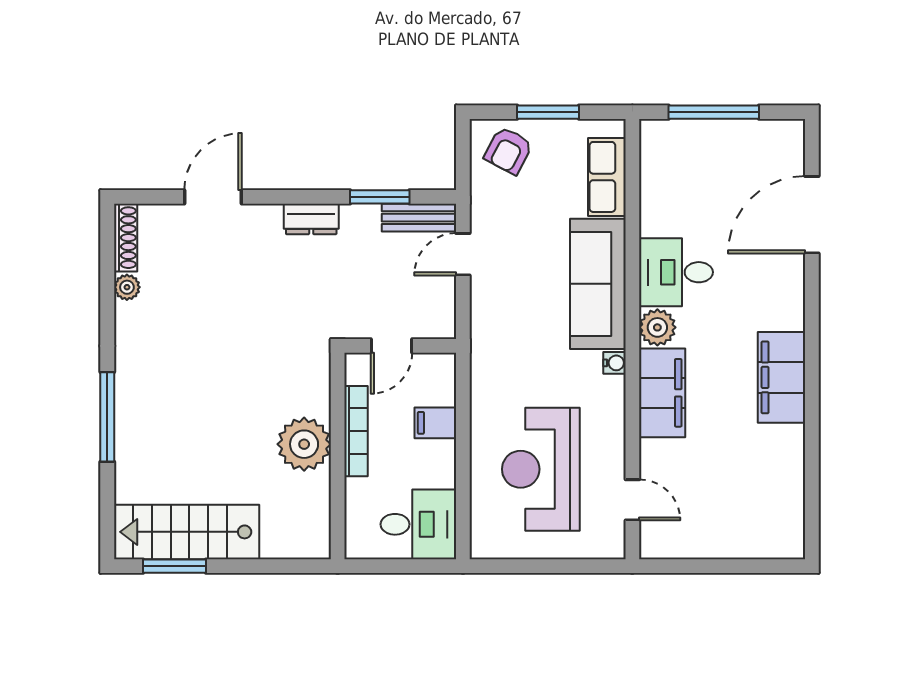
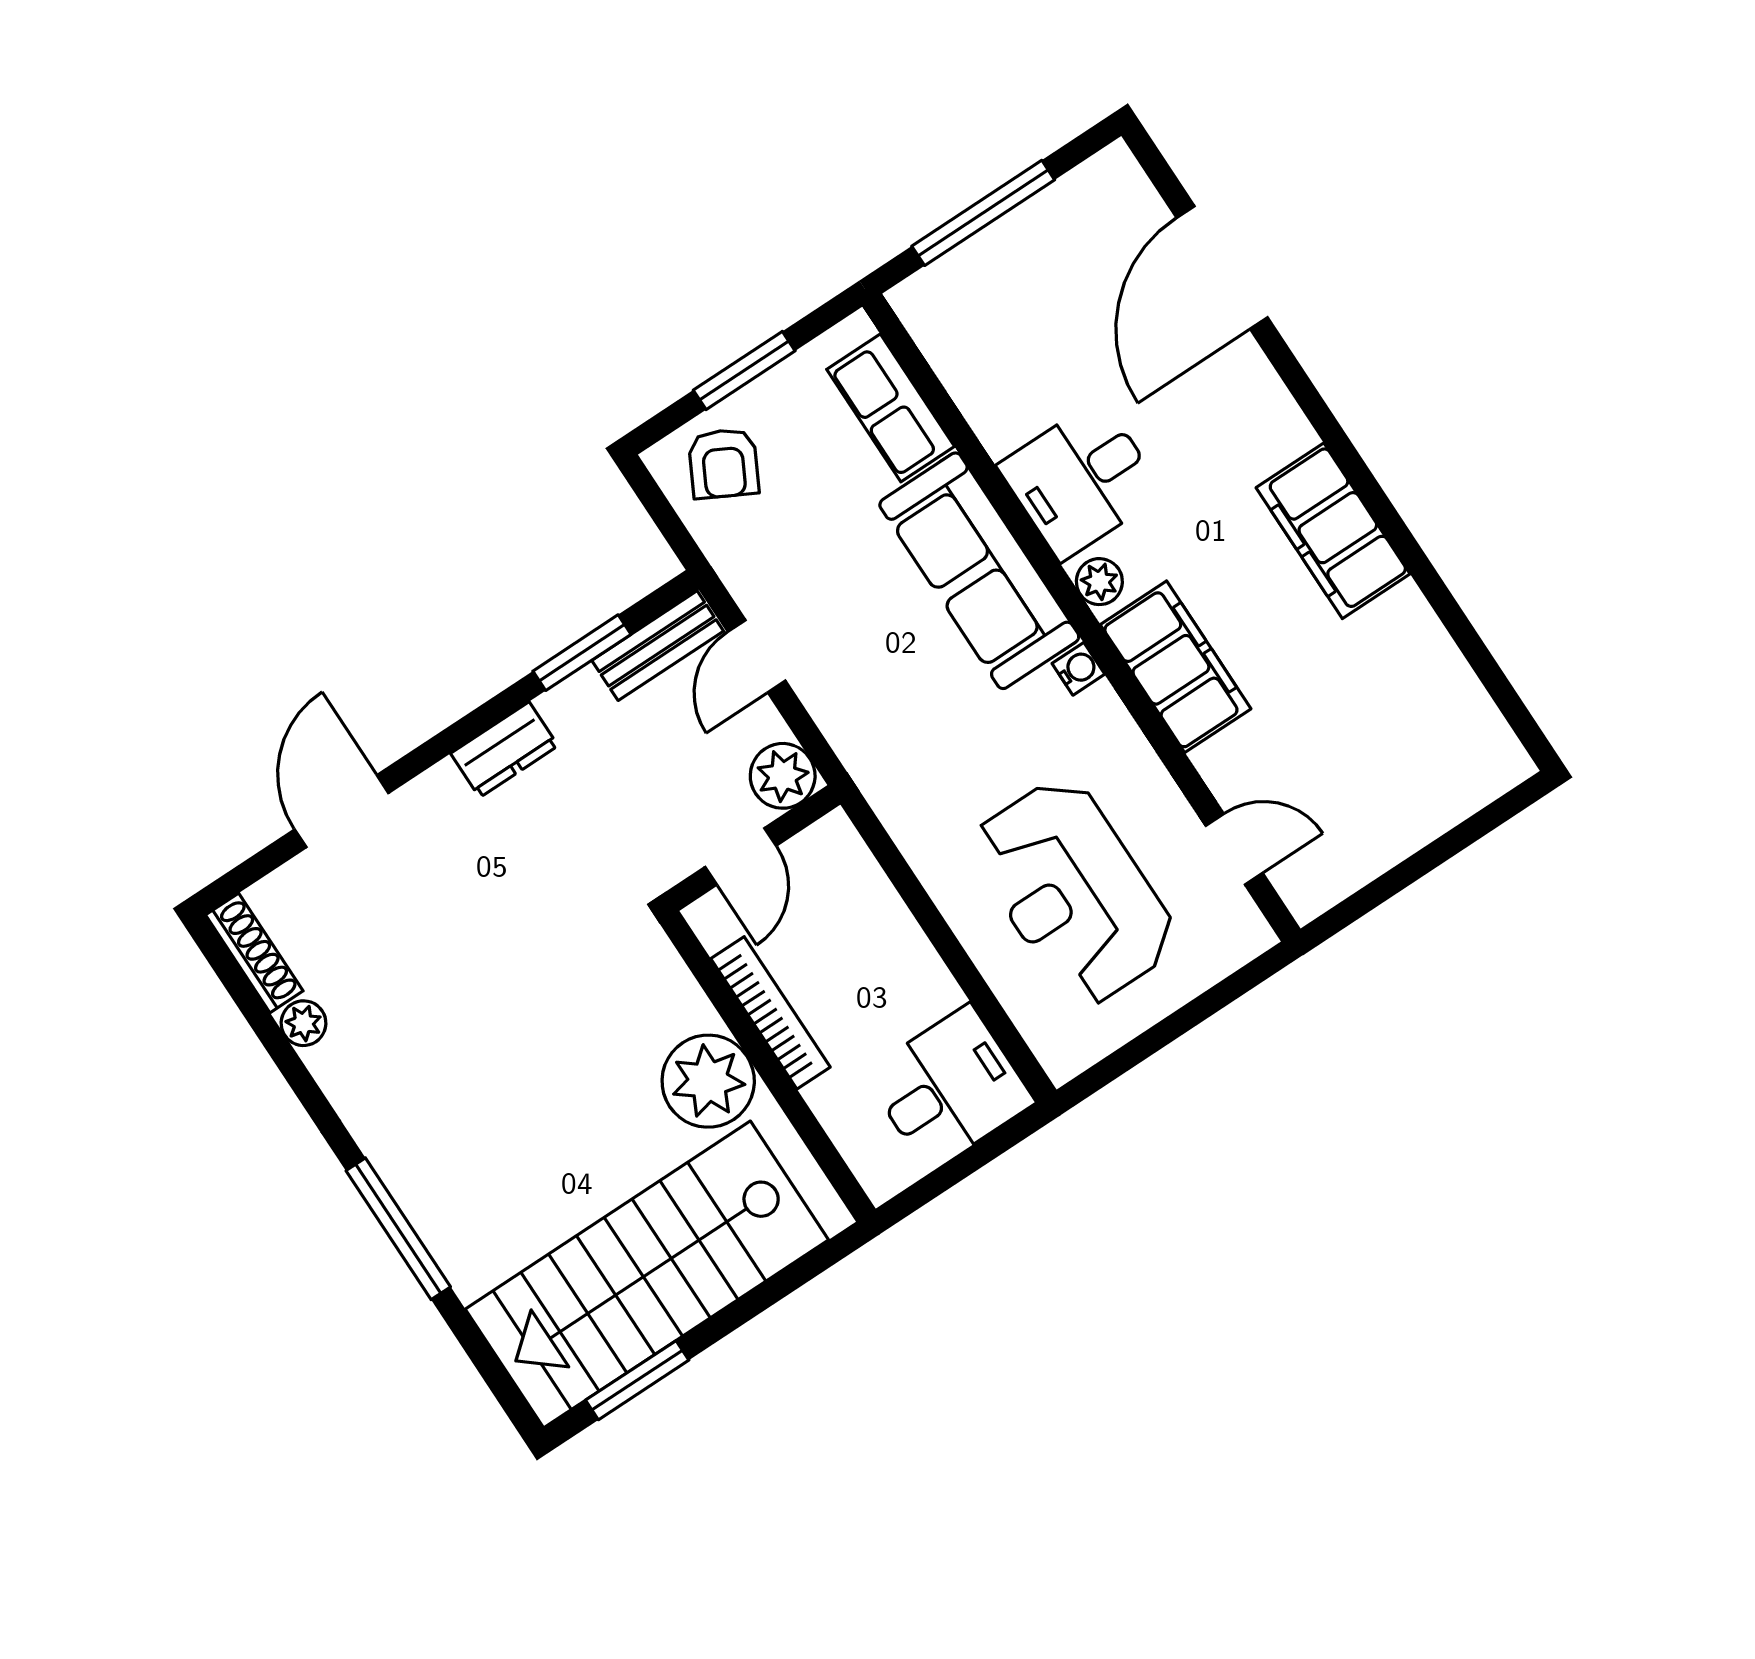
plant: (437, 320) -> (783, 776), added
plant: (657, 327) -> (1099, 582), width x0.73, depth x0.73
filing cabinet: (435, 423) -> (877, 925), removed
stairs: (187, 532) -> (647, 1274), width x1.36, depth x1.51

